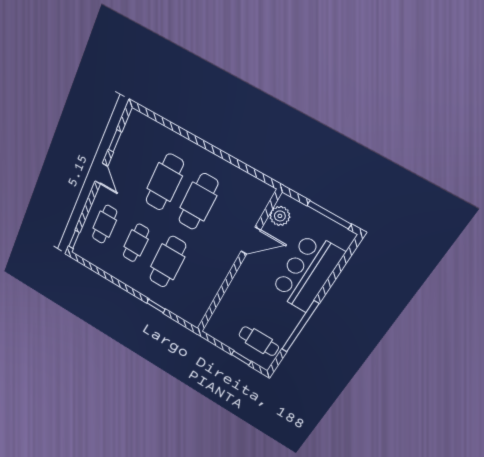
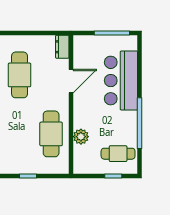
dresser: (262, 198) -> (62, 47), added
plant: (280, 216) -> (81, 137), moved
cafe table: (168, 262) -> (51, 134), moved

